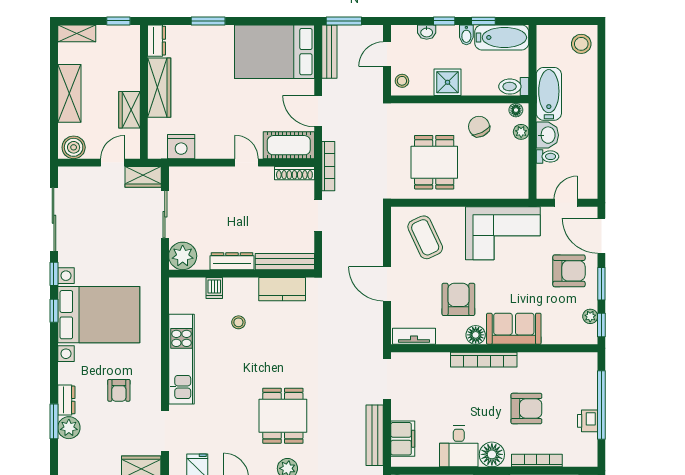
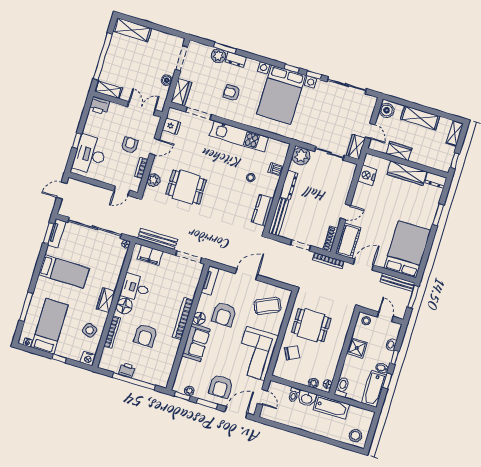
chair: (479, 127) -> (292, 353), moved
armchair: (458, 299) -> (224, 314), turned 90

